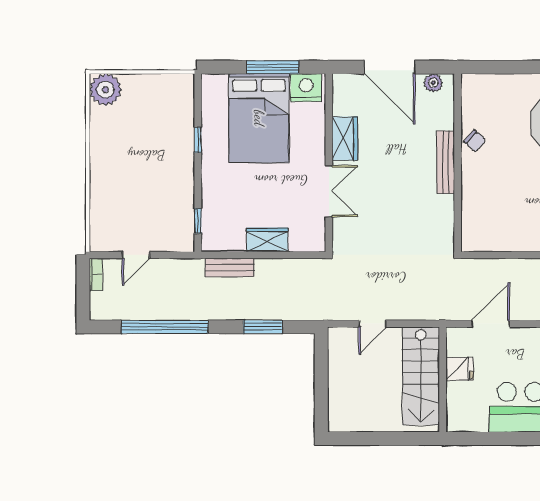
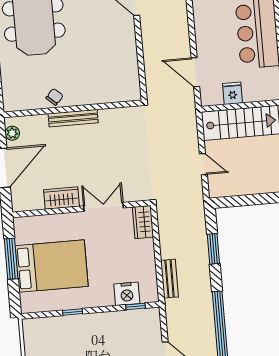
nightstand: (306, 88) -> (127, 294), moved, turned -90
wardrobe: (267, 240) -> (143, 222), moved

